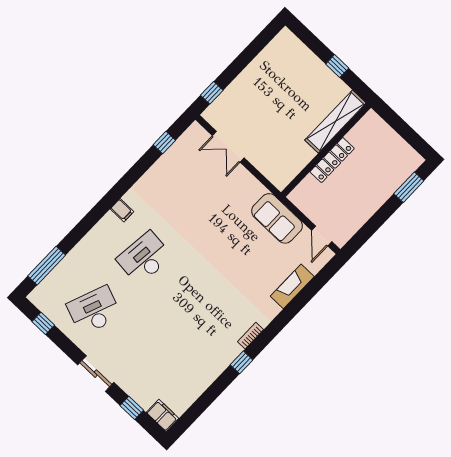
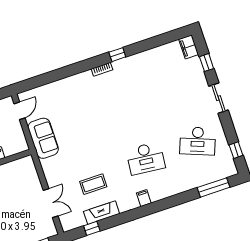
coffee table: (190, 195) -> (93, 184), added
fireplace: (292, 286) -> (102, 213), moved, turned 180

